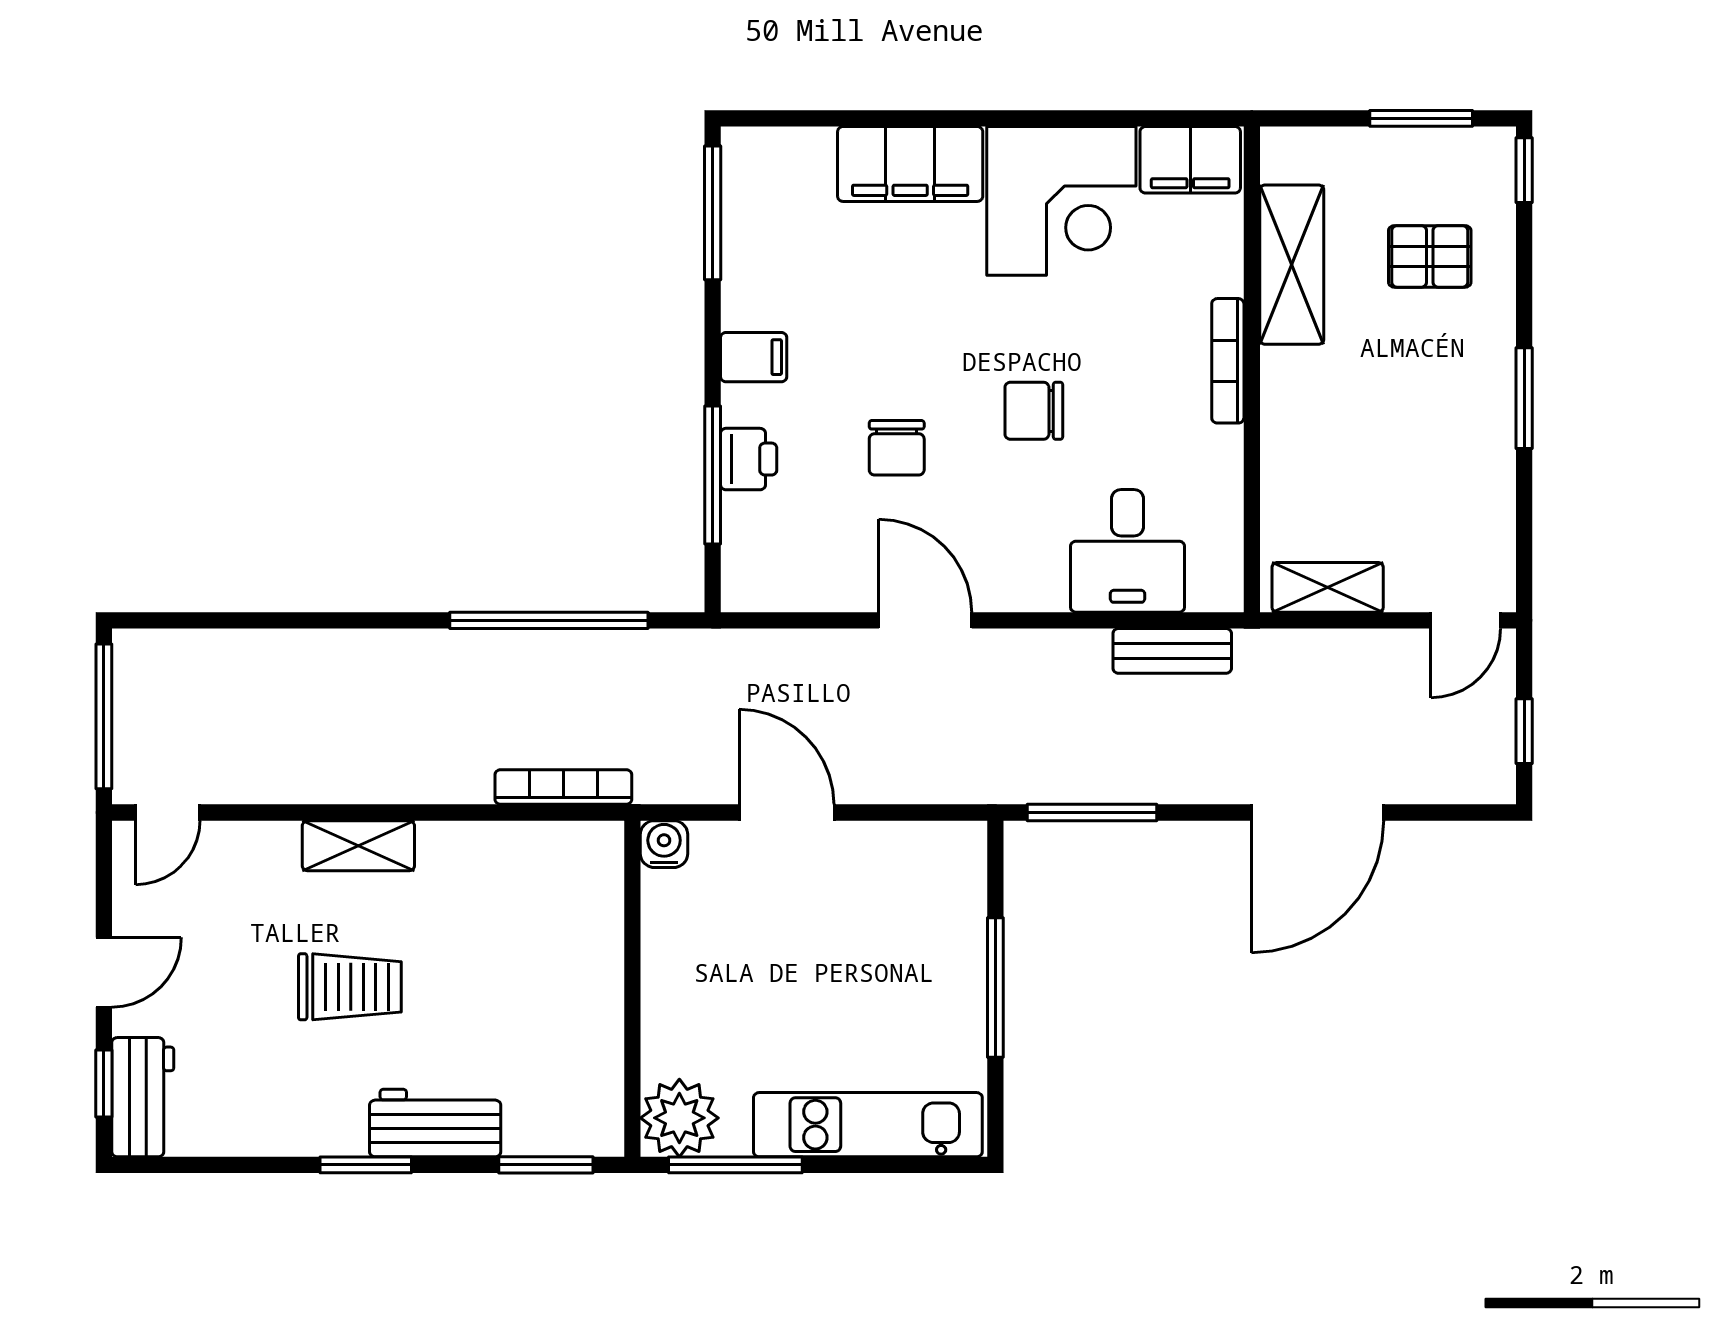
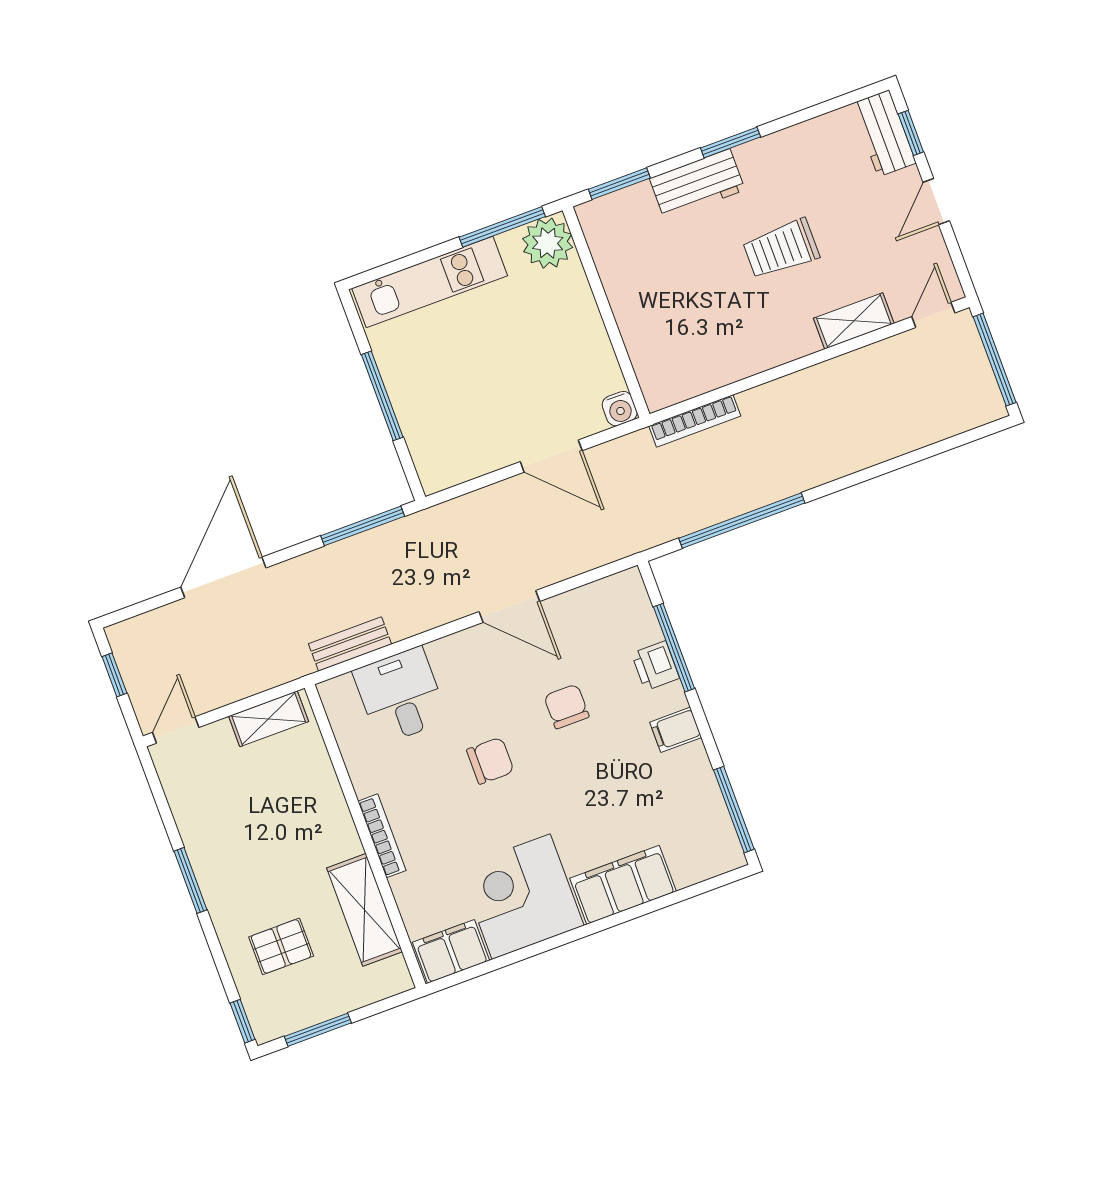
shelving: (358, 846) -> (854, 321), moved

